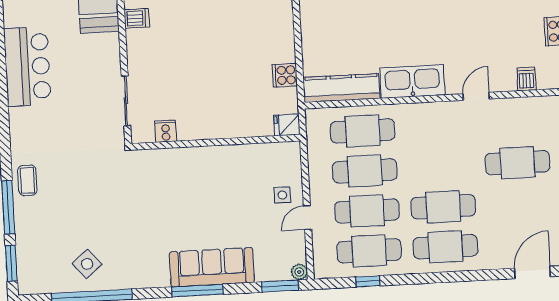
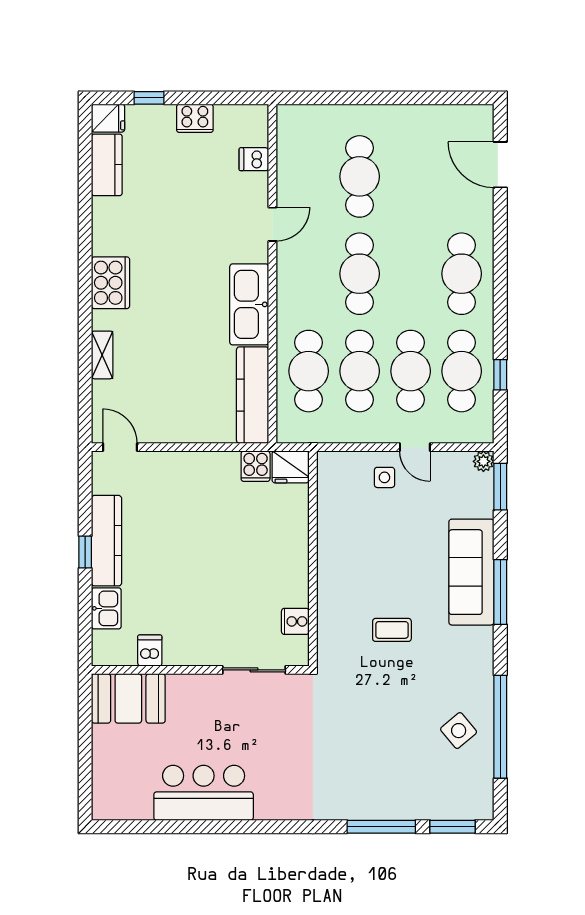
cooker: (285, 75) -> (256, 466), moved
door: (476, 96) -> (272, 224), swing flipped
fridge: (287, 125) -> (291, 467), width x1.38
coffee table: (27, 180) -> (392, 630), moved
cafe table: (443, 207) -> (360, 274), moved

